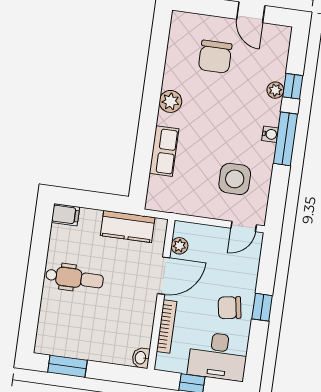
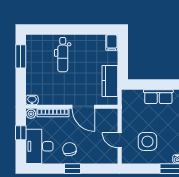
door: (244, 226) -> (120, 140), moved
plant: (179, 246) -> (31, 114), moved
dental chair: (74, 278) -> (63, 55), moved

